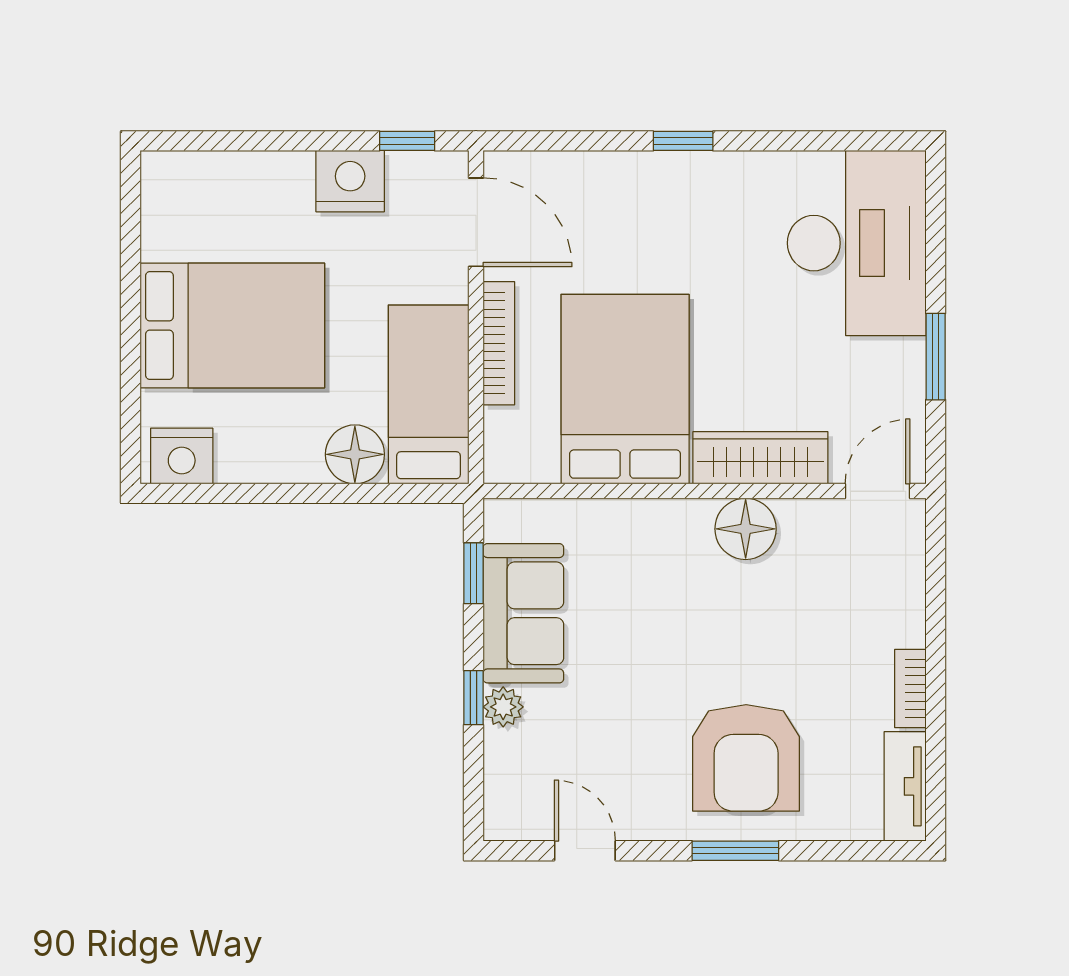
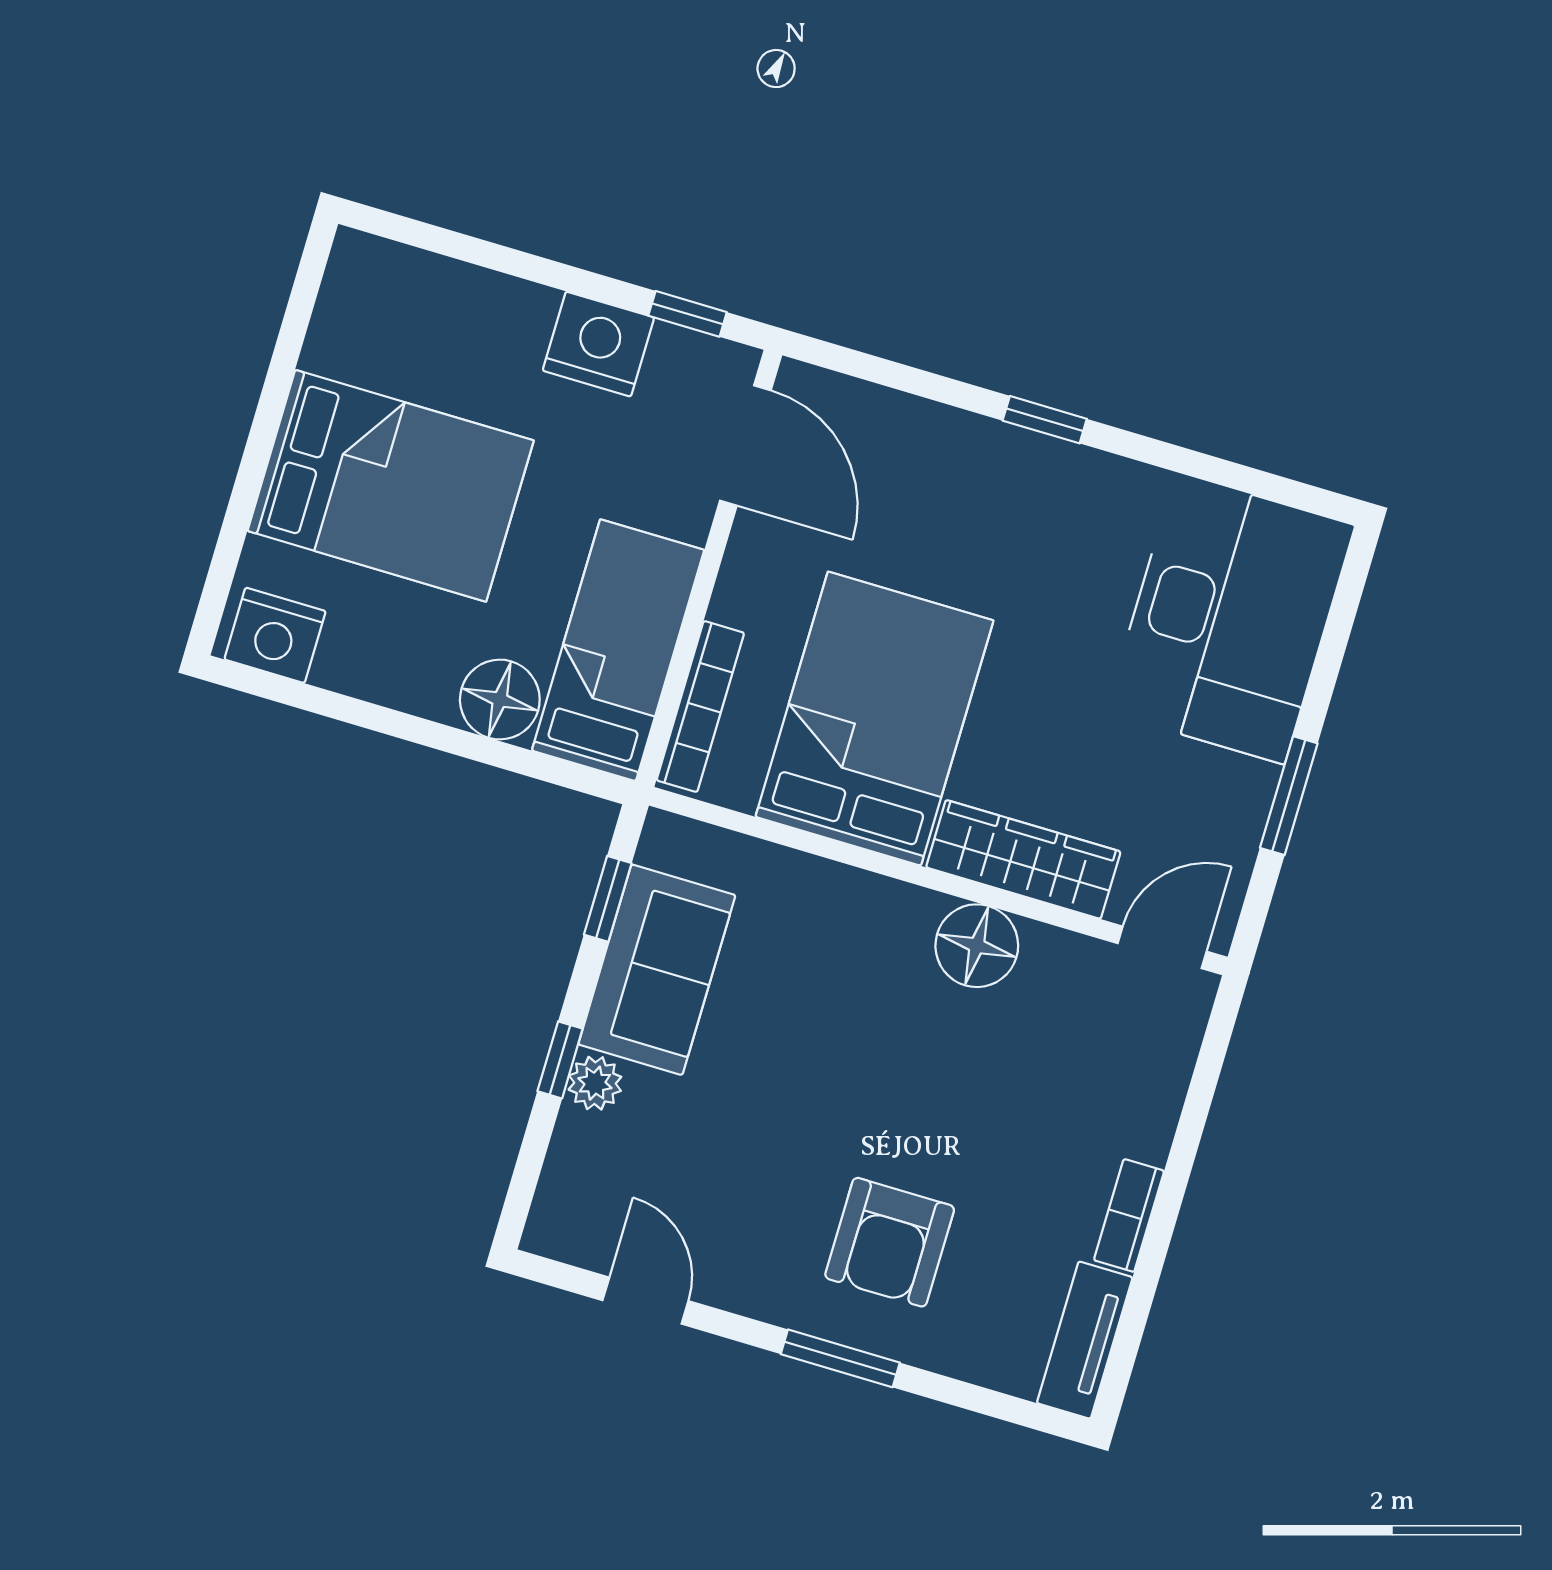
bookcase: (499, 343) -> (700, 707), moved
armchair: (746, 758) -> (890, 1242), width x0.73, depth x0.73

